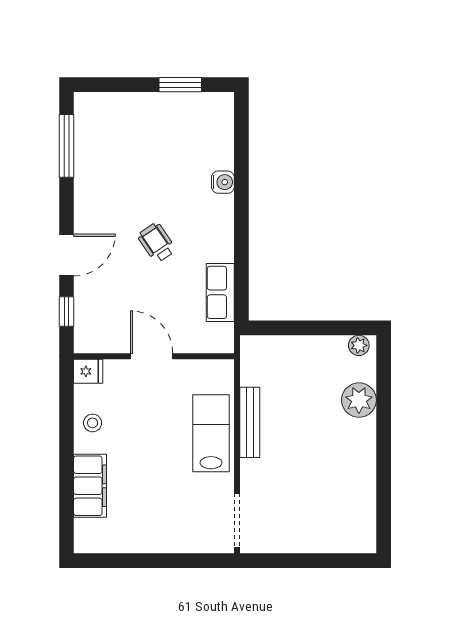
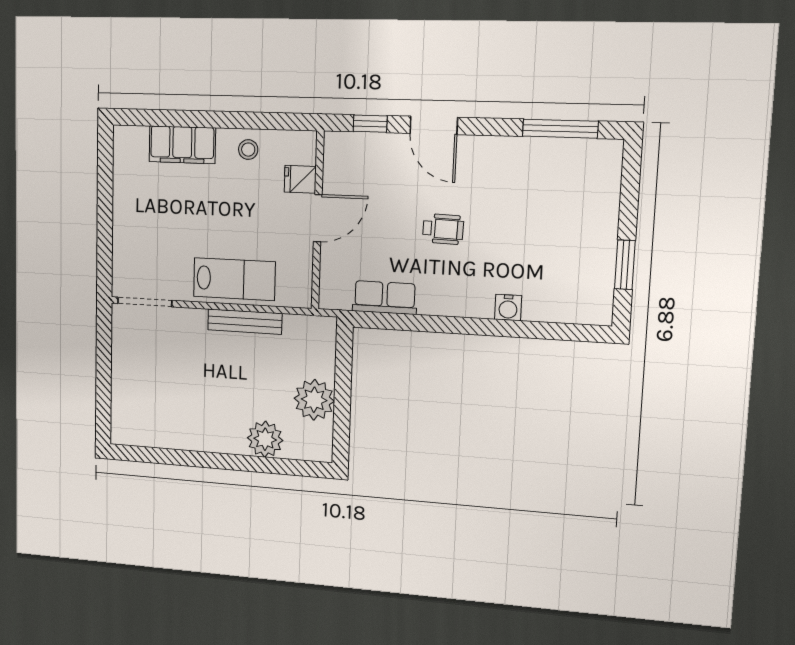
wheelchair: (157, 243) -> (443, 229), turned 36
plant: (359, 345) -> (314, 400), moved, width x1.88, depth x1.88
fridge: (88, 371) -> (300, 179), moved, turned 90

